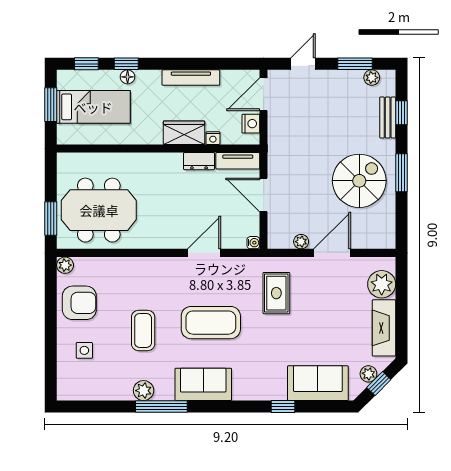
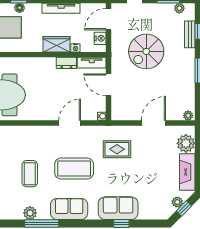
spiral stairs: (359, 181) -> (146, 51), moved, turned 180
plant: (301, 242) -> (188, 116), moved
rug: (276, 293) -> (117, 149), turned 90
sofa: (318, 383) -> (118, 208), moved

